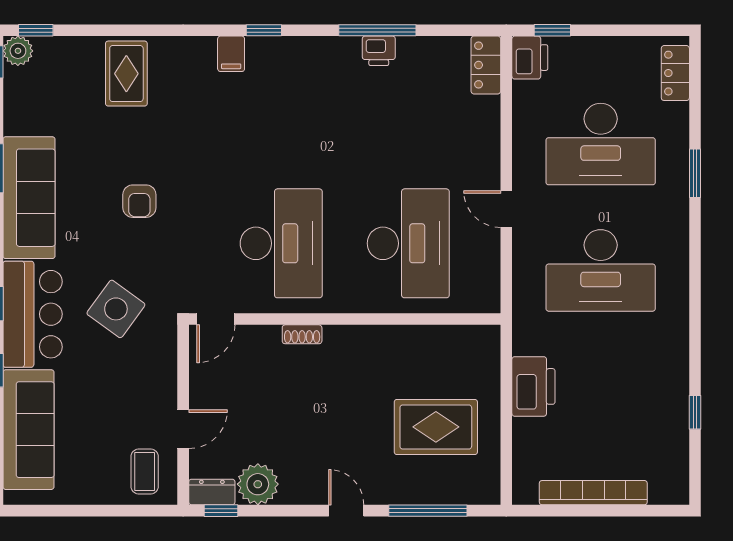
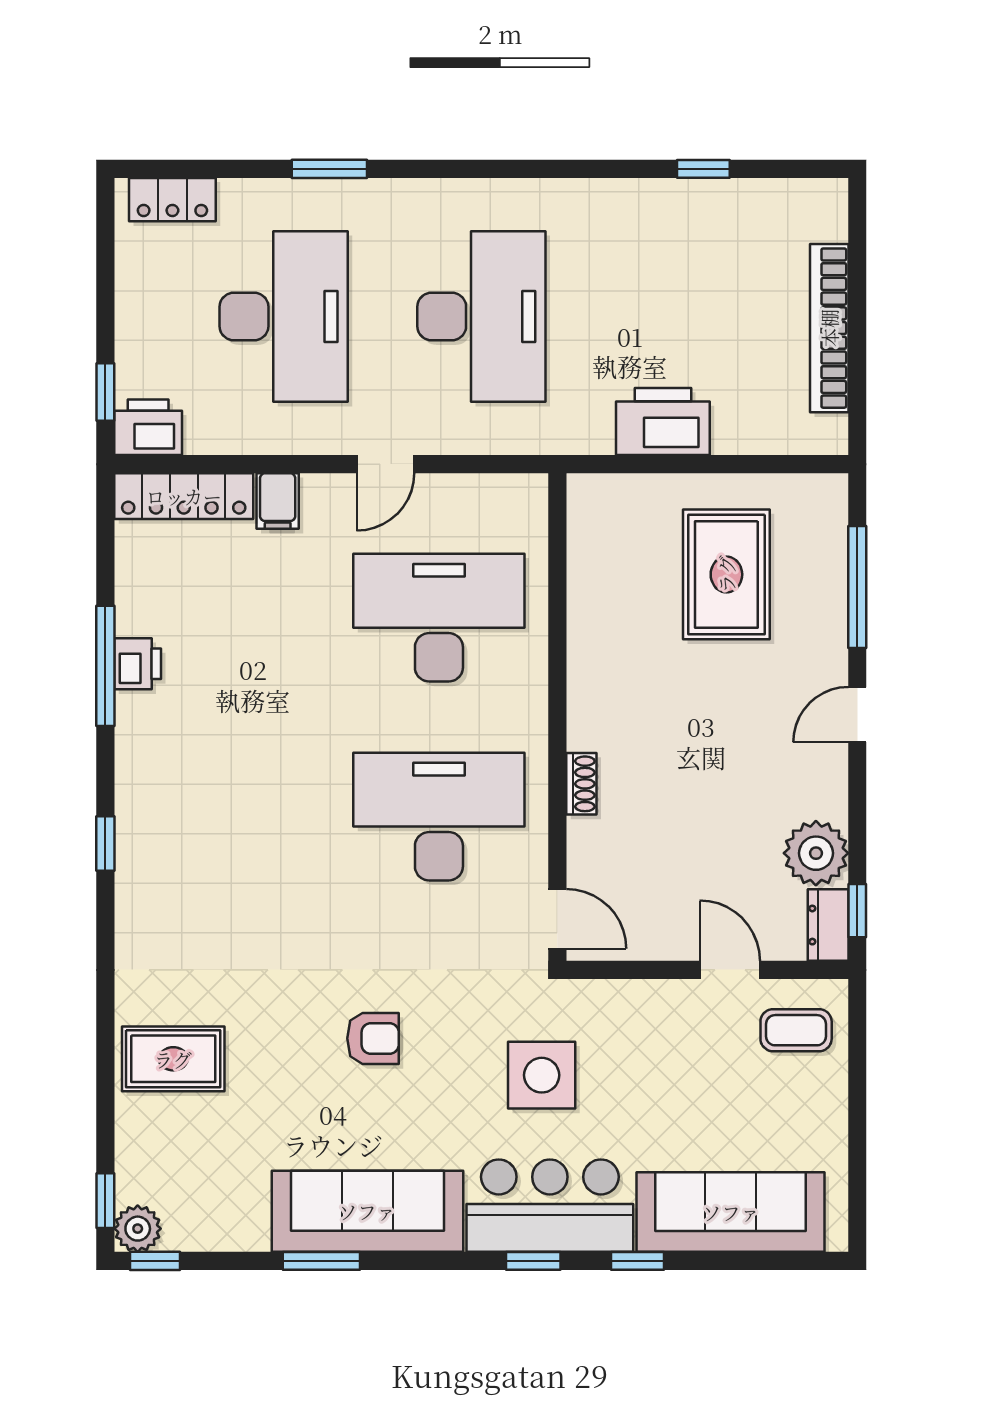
filing cabinet: (231, 54) -> (278, 501), moved, turned 90
locker: (486, 65) -> (184, 496), width x1.53
side table: (116, 309) -> (542, 1075), turned -36

